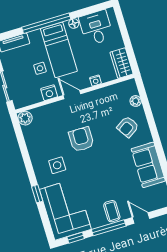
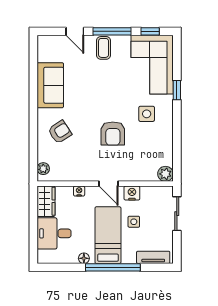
desk: (96, 28) -> (54, 233), moved, turned 90
plant: (136, 101) -> (43, 169), moved

